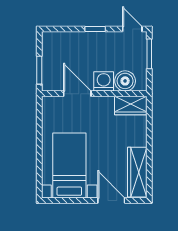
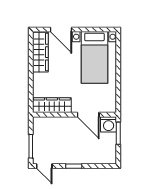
washing machine: (104, 81) -> (109, 124), moved
boiler: (125, 81) -> (50, 125), removed
wardrobe: (131, 105) -> (52, 105), width x1.50

